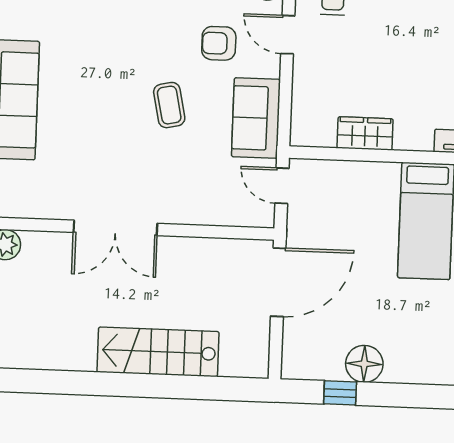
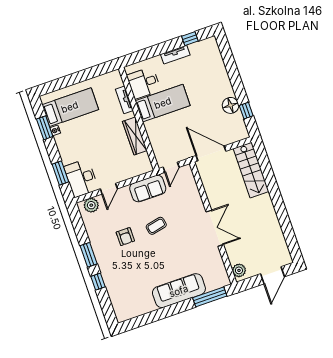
armchair: (219, 43) -> (125, 237), moved
wardrobe: (365, 133) -> (135, 136), width x1.50
stairs: (158, 352) -> (251, 170), moved

